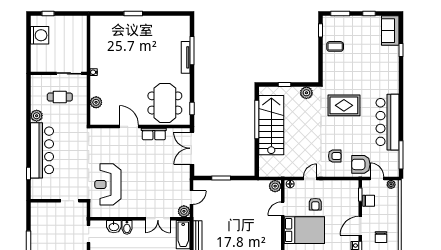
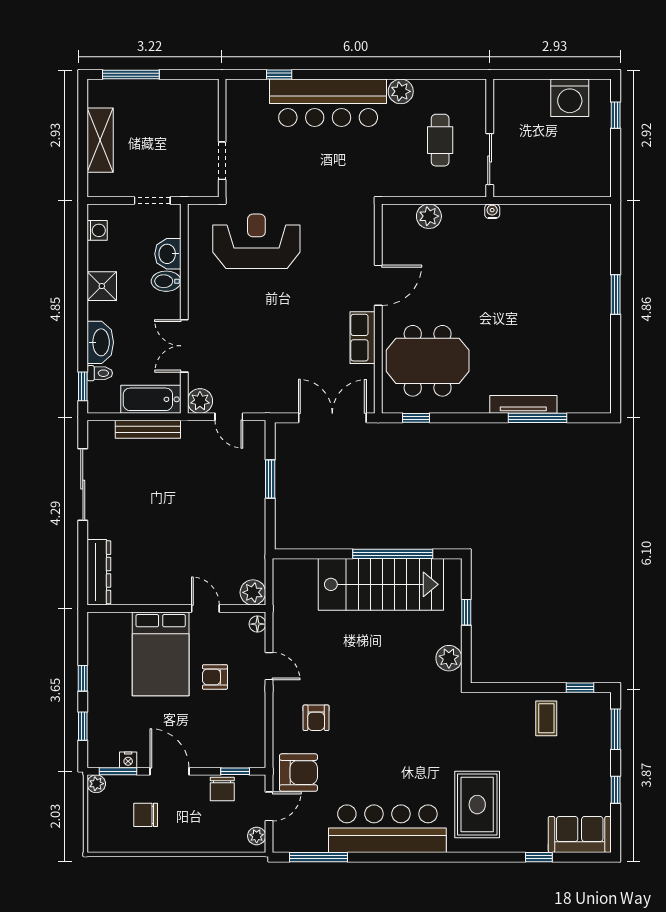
rug: (344, 105) -> (477, 805), moved
armchair: (361, 164) -> (298, 773), turned 90

